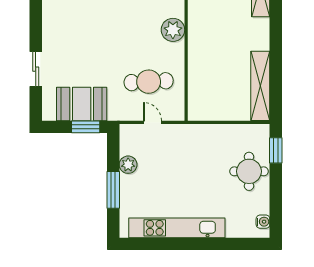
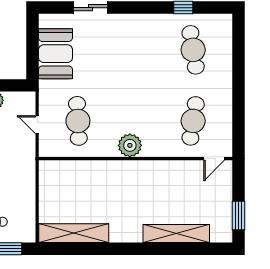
door: (152, 122) -> (37, 125), swing flipped
window: (86, 127) -> (32, 58), removed

